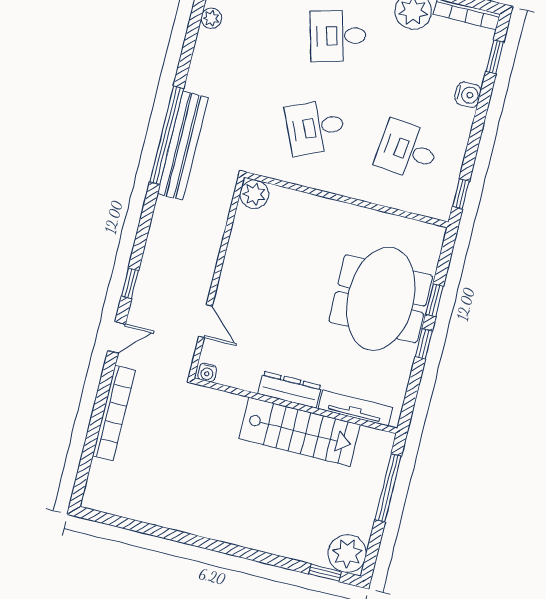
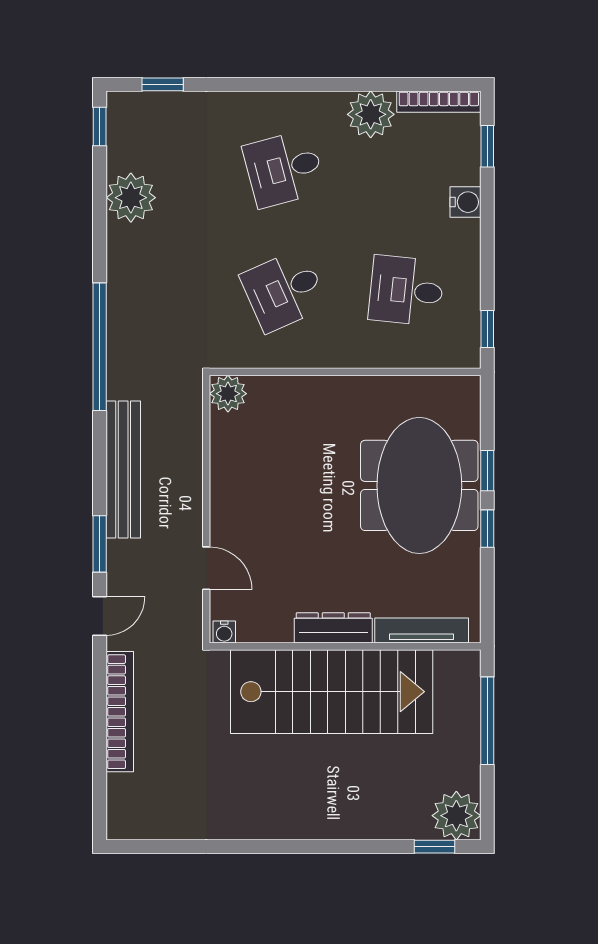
plant: (211, 18) -> (131, 198), width x1.88, depth x1.88
bench: (183, 146) -> (123, 469), moved
window: (130, 283) -> (100, 544), width x1.50
stairs: (300, 432) -> (332, 692), width x1.36, depth x1.51

